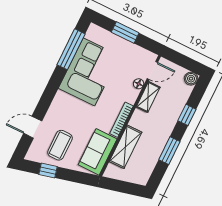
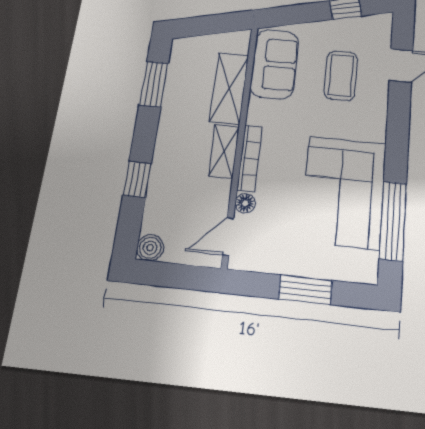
shelving: (148, 97) -> (224, 151), moved
bookcase: (121, 120) -> (250, 158), moved
coffee table: (60, 145) -> (341, 76), moved
window: (169, 151) -> (154, 84), moved

